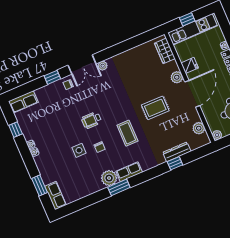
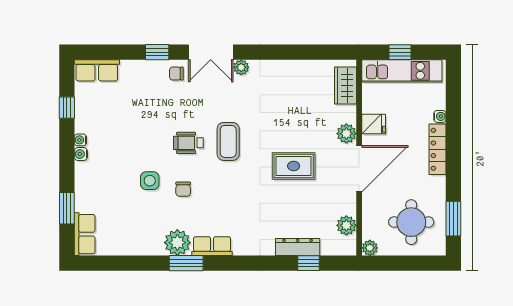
coffee table: (127, 133) -> (228, 141), moved
window: (175, 163) -> (308, 263), moved

